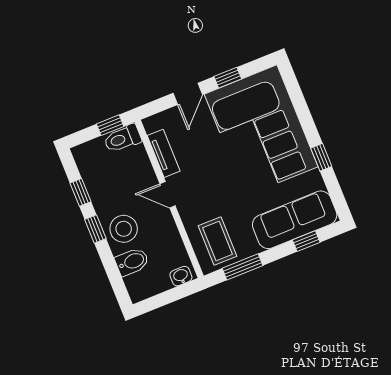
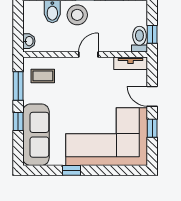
tv unit: (164, 153) -> (131, 63), moved
coffee table: (218, 241) -> (43, 76), width x0.73, depth x0.77
window: (306, 241) -> (18, 121), moved

